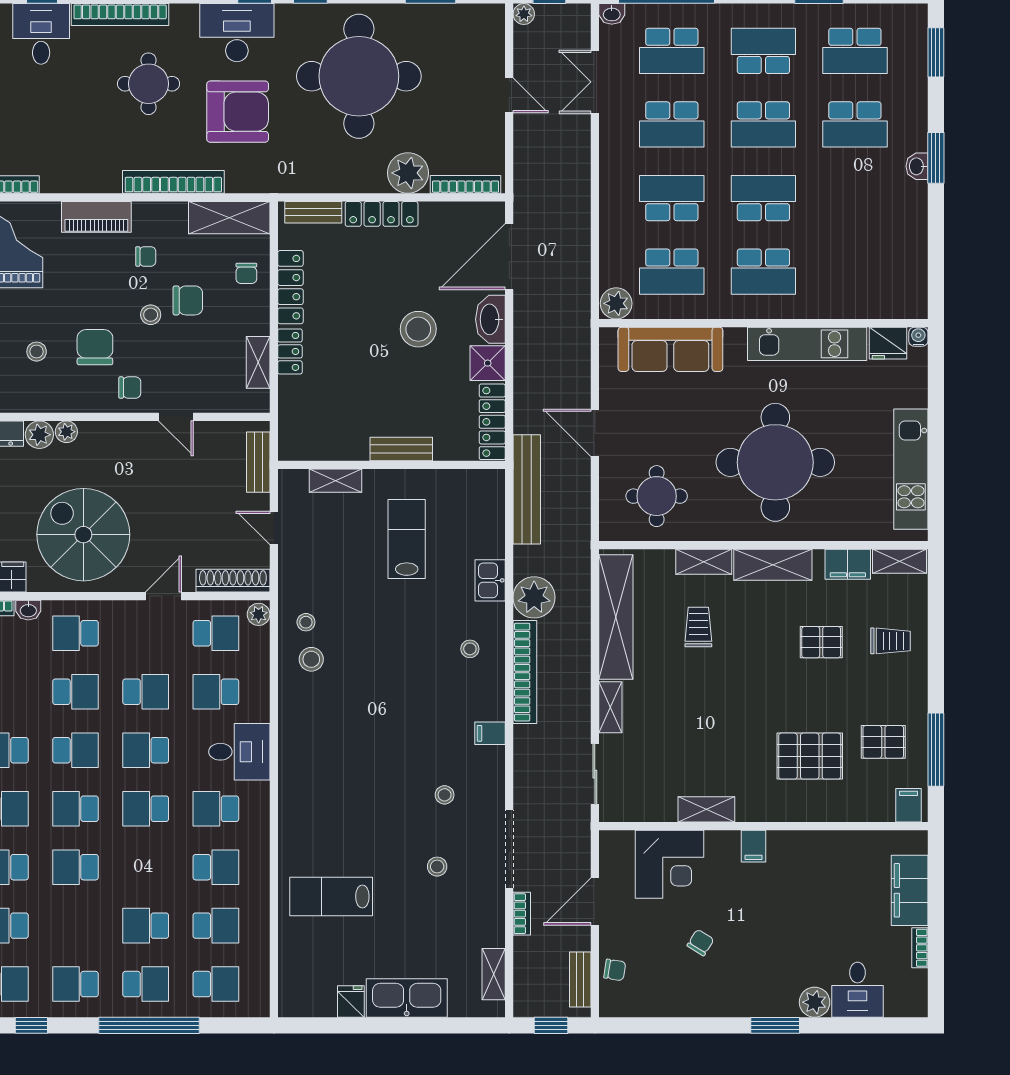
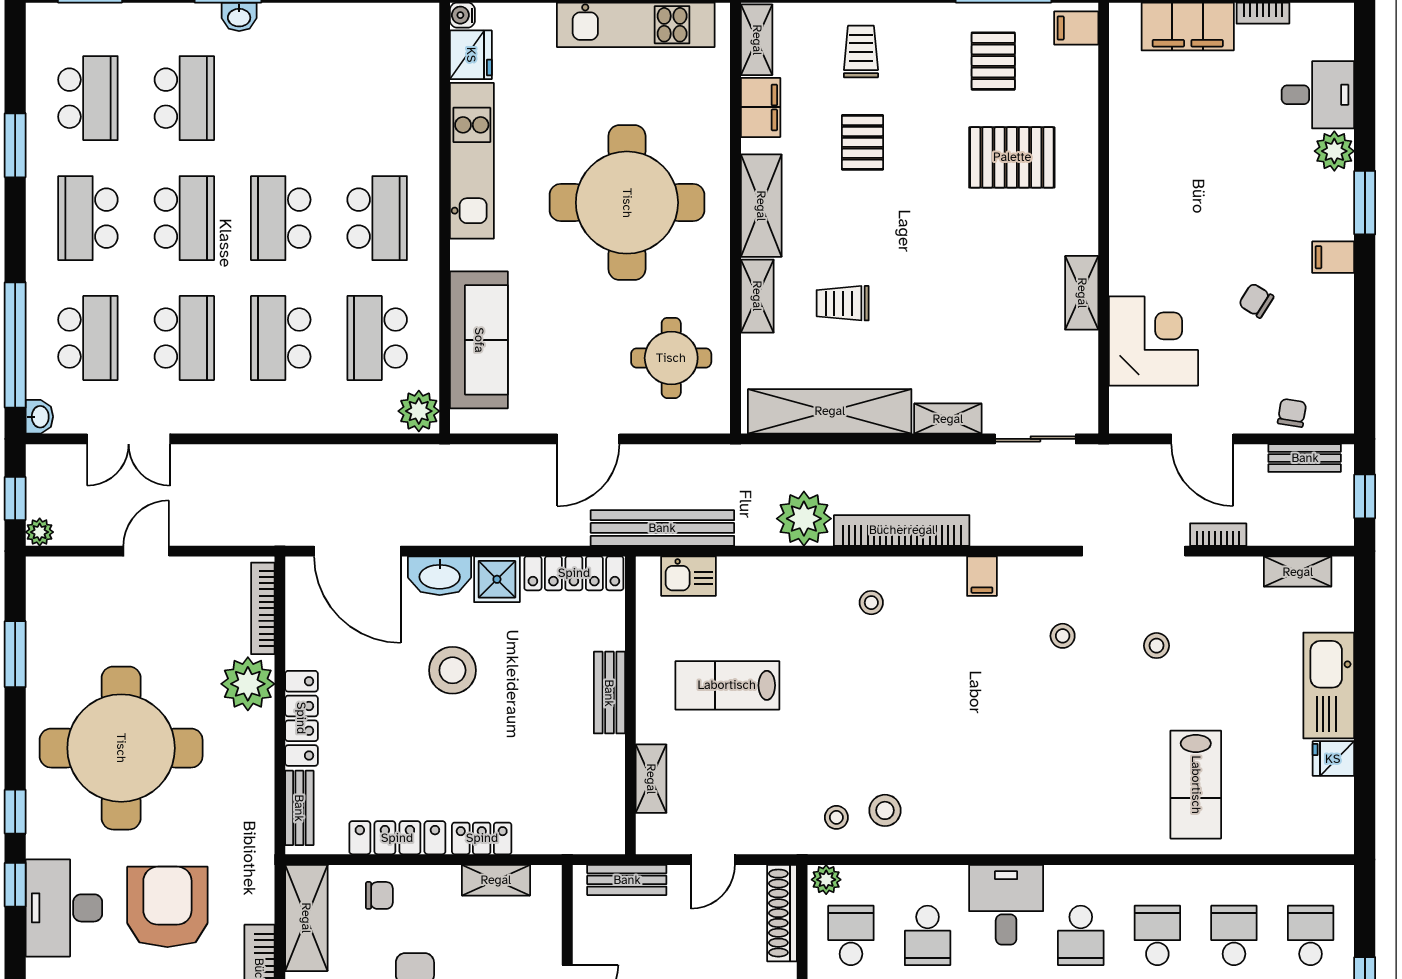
school desk: (672, 272) -> (377, 338), turned 180
kitchen sink: (490, 580) -> (689, 576), moved
pallet: (810, 756) -> (1012, 157), turned 90
filing cabinet: (754, 846) -> (1333, 257), moved, turned 180

